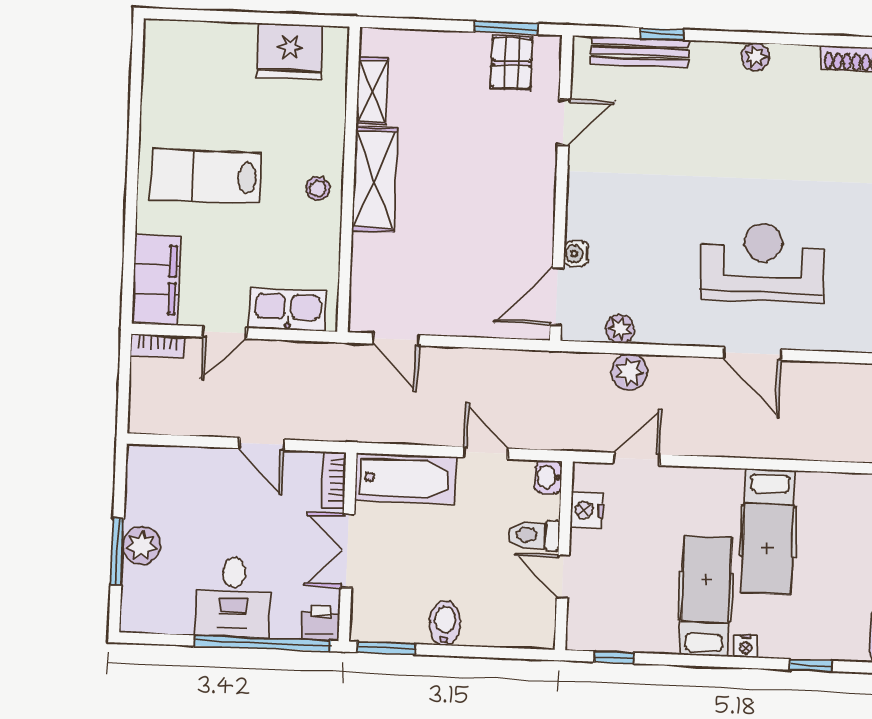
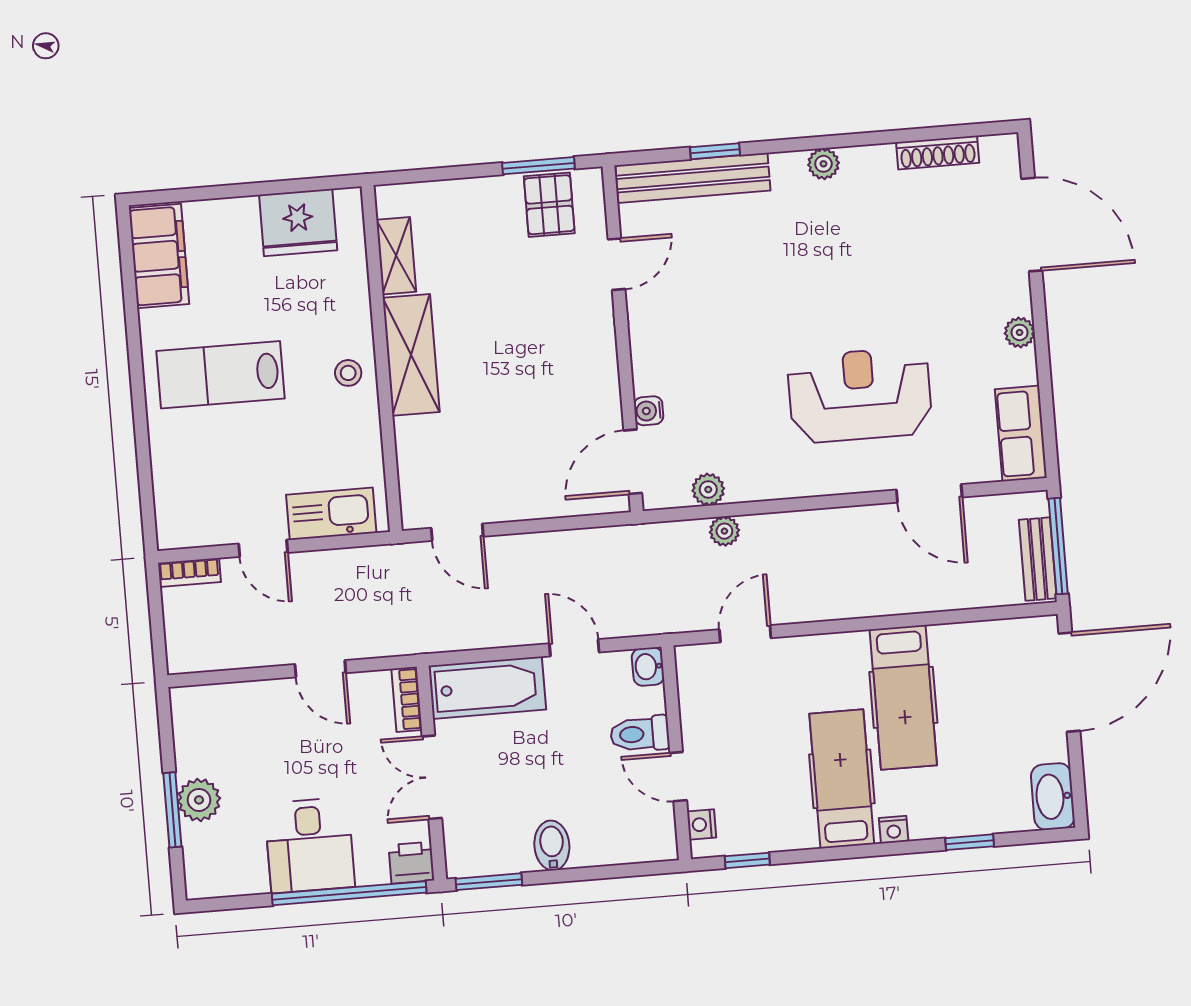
bench: (640, 52) -> (693, 178), width x1.37, depth x1.21
filing cabinet: (156, 279) -> (159, 256), moved
door: (225, 332) -> (263, 548), hinge flipped
door: (752, 354) -> (929, 493), moved
plant: (629, 372) -> (724, 531), width x0.73, depth x0.73
nightstand: (587, 510) -> (702, 825), moved, width x0.72, depth x0.74

